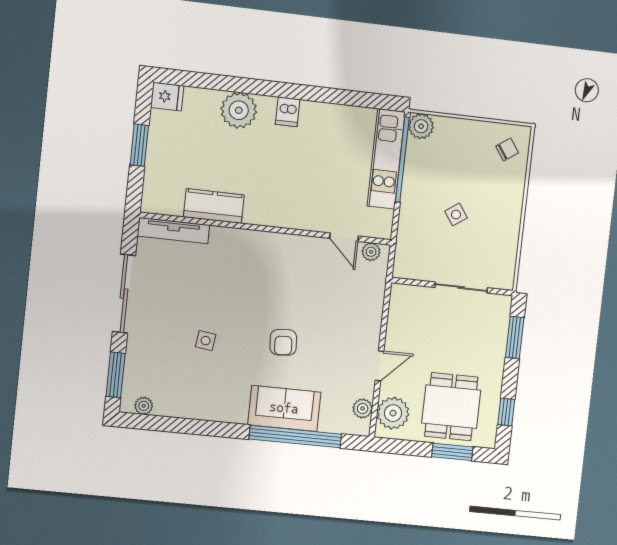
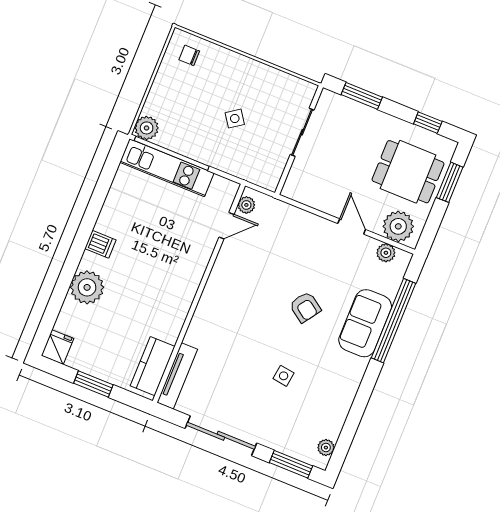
chair: (507, 150) -> (189, 55), turned -55
kitchen counter: (214, 206) -> (153, 366), moved
armchair: (283, 342) -> (305, 307), turned 39

